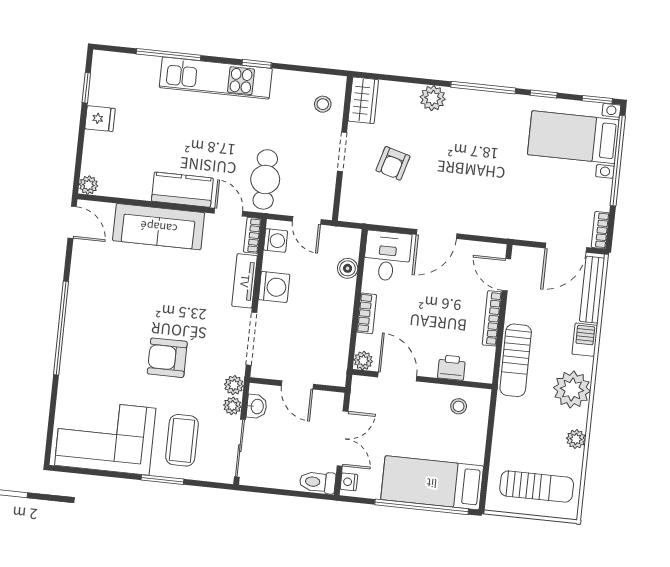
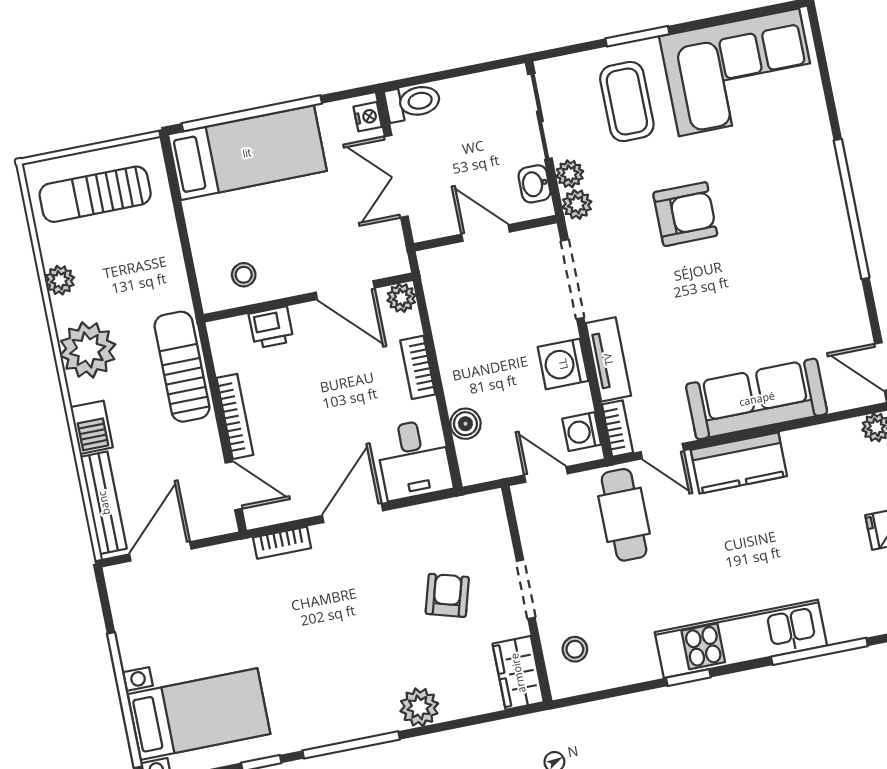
bookcase: (600, 230) -> (282, 543), moved, turned 90

